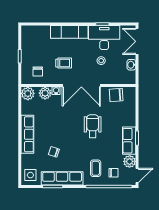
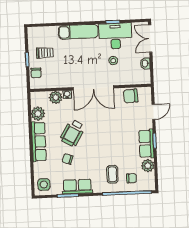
trolley: (64, 63) -> (45, 53), moved
chair: (38, 72) -> (36, 73), moved
plant: (28, 93) -> (38, 114), moved
wheelchair: (93, 126) -> (73, 133), moved, turned -149
door: (137, 176) -> (153, 112), moved
row of seats: (62, 178) -> (77, 187), width x0.68

